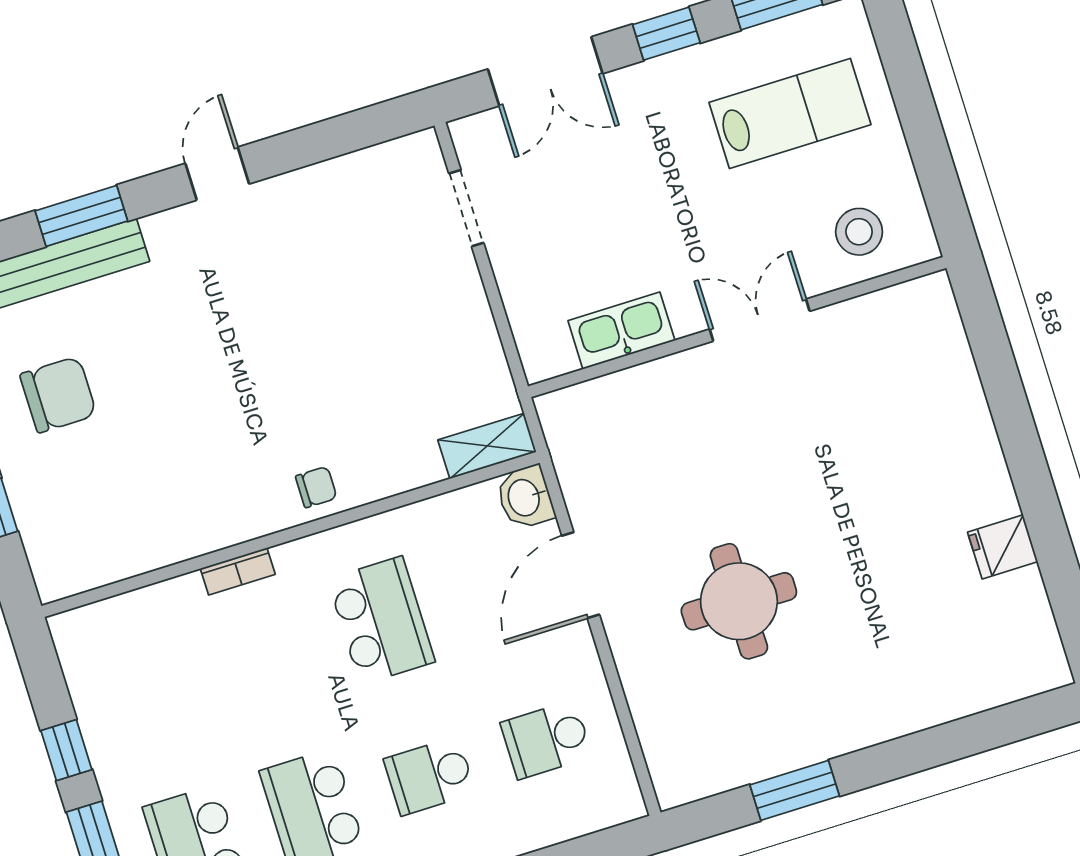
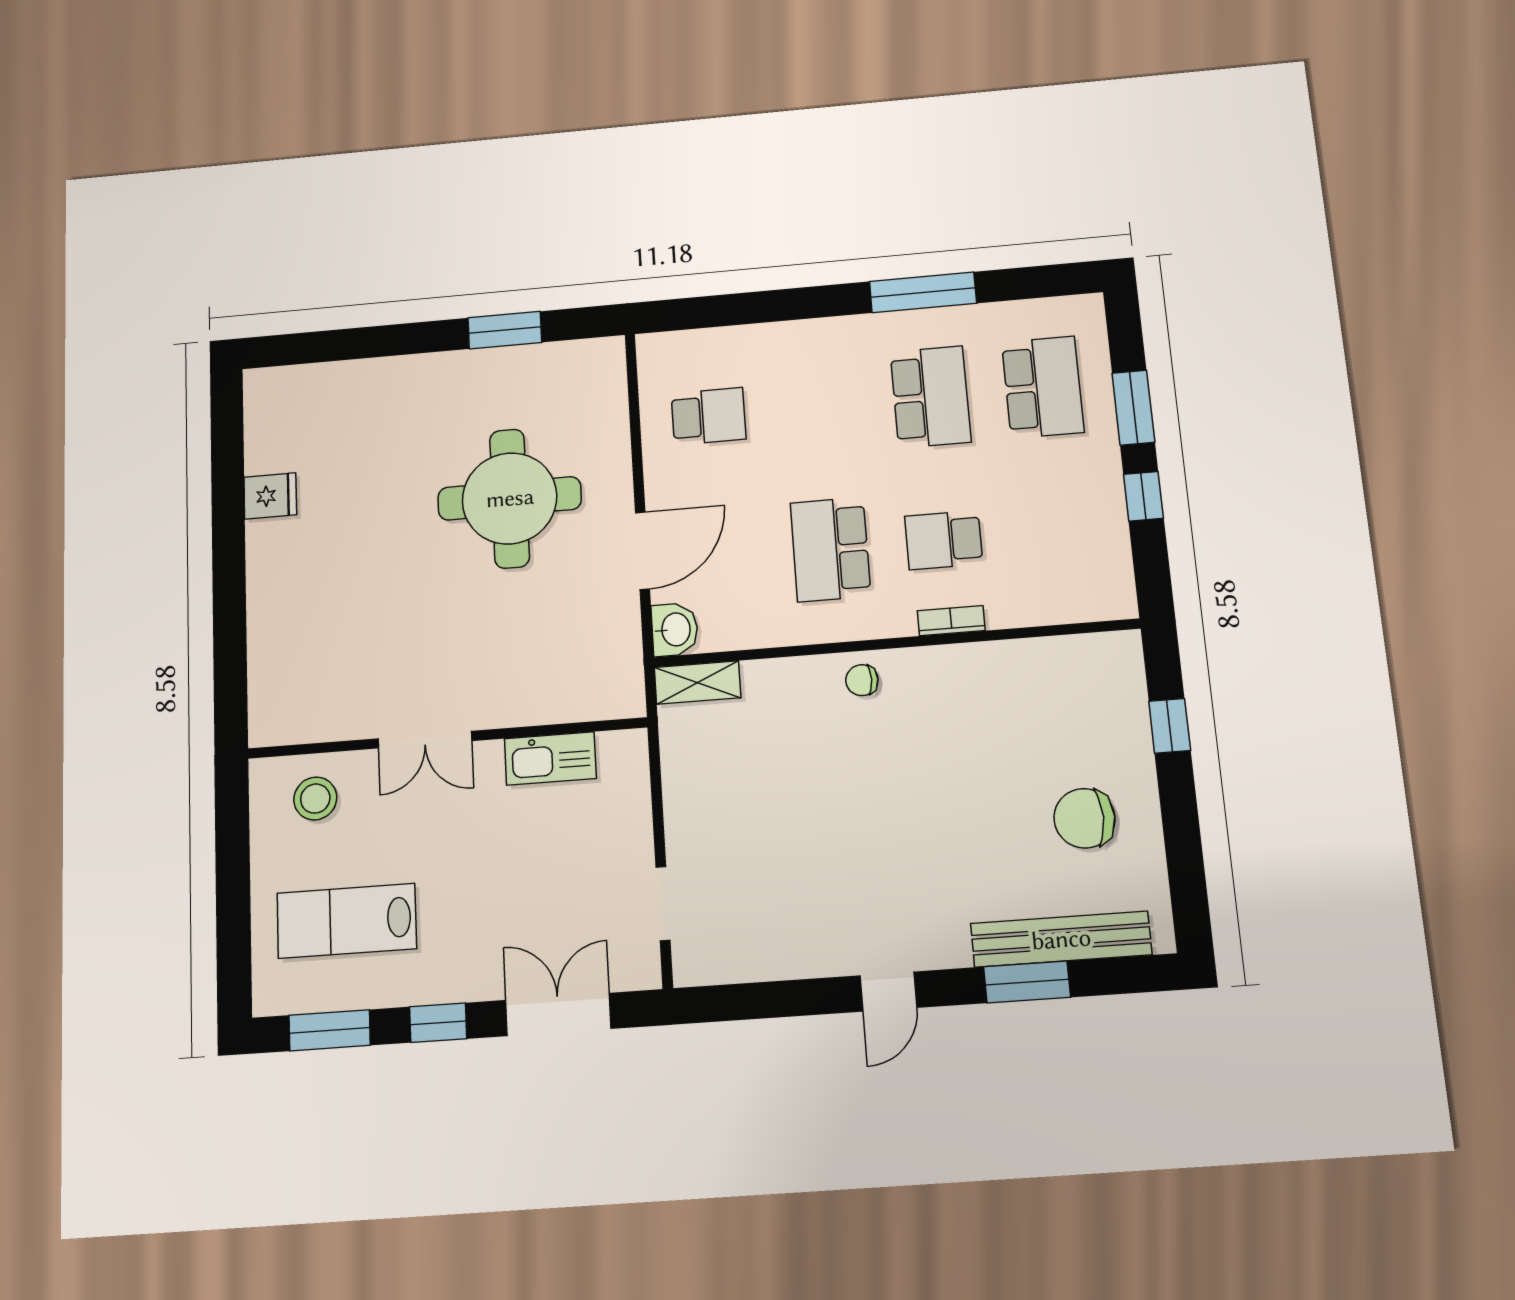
round table: (739, 601) -> (510, 498), width x1.36, depth x1.36
school desk: (430, 776) -> (944, 540), moved, turned 180

